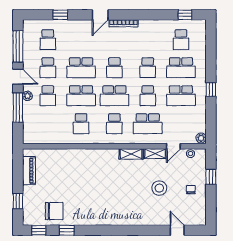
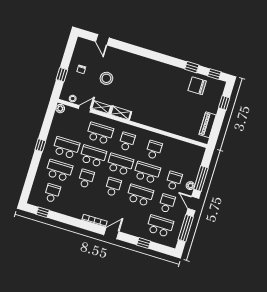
school desk: (48, 40) -> (160, 226), width x1.85
school desk: (148, 96) -> (93, 156), width x1.85

